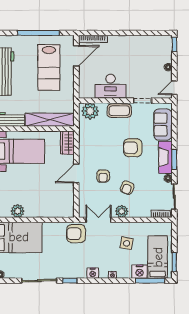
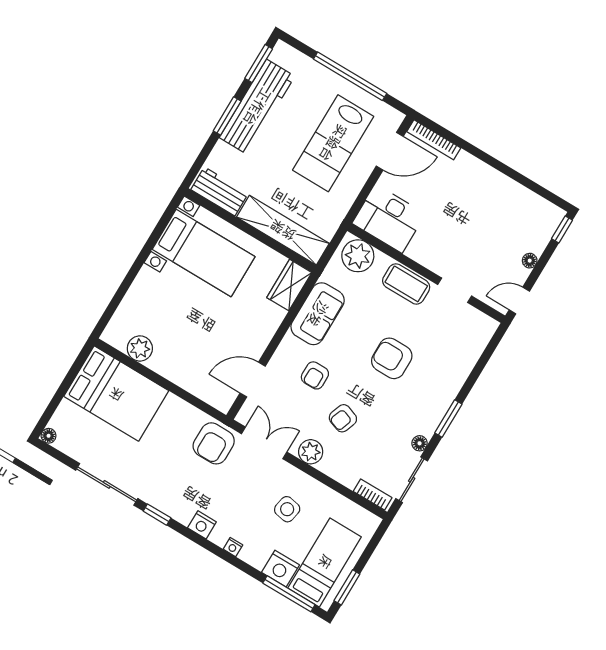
desk: (110, 86) -> (389, 219), moved
sofa: (163, 124) -> (318, 314), moved, turned 180
fireplace: (165, 157) -> (436, 406), removed
door: (76, 173) -> (253, 380), moved
armchair: (76, 234) -> (214, 443), turned -90

